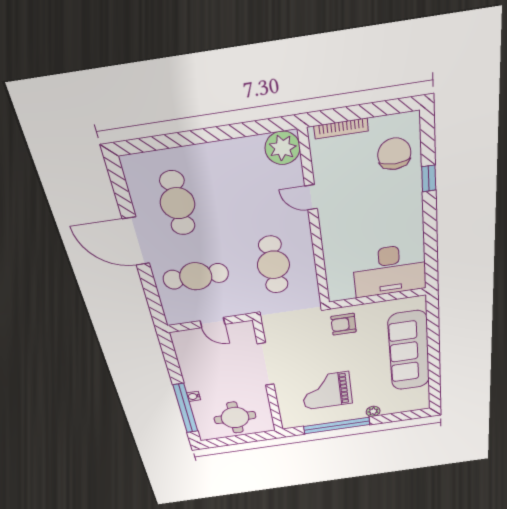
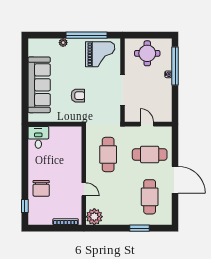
window: (184, 139) -> (139, 228), added
chair: (394, 154) -> (41, 188), moved
window: (429, 178) -> (25, 206), moved
desk: (390, 271) -> (38, 137), width x0.53, depth x0.77
armchair: (344, 324) -> (78, 96), moved
grand piano: (327, 391) -> (100, 54), moved

